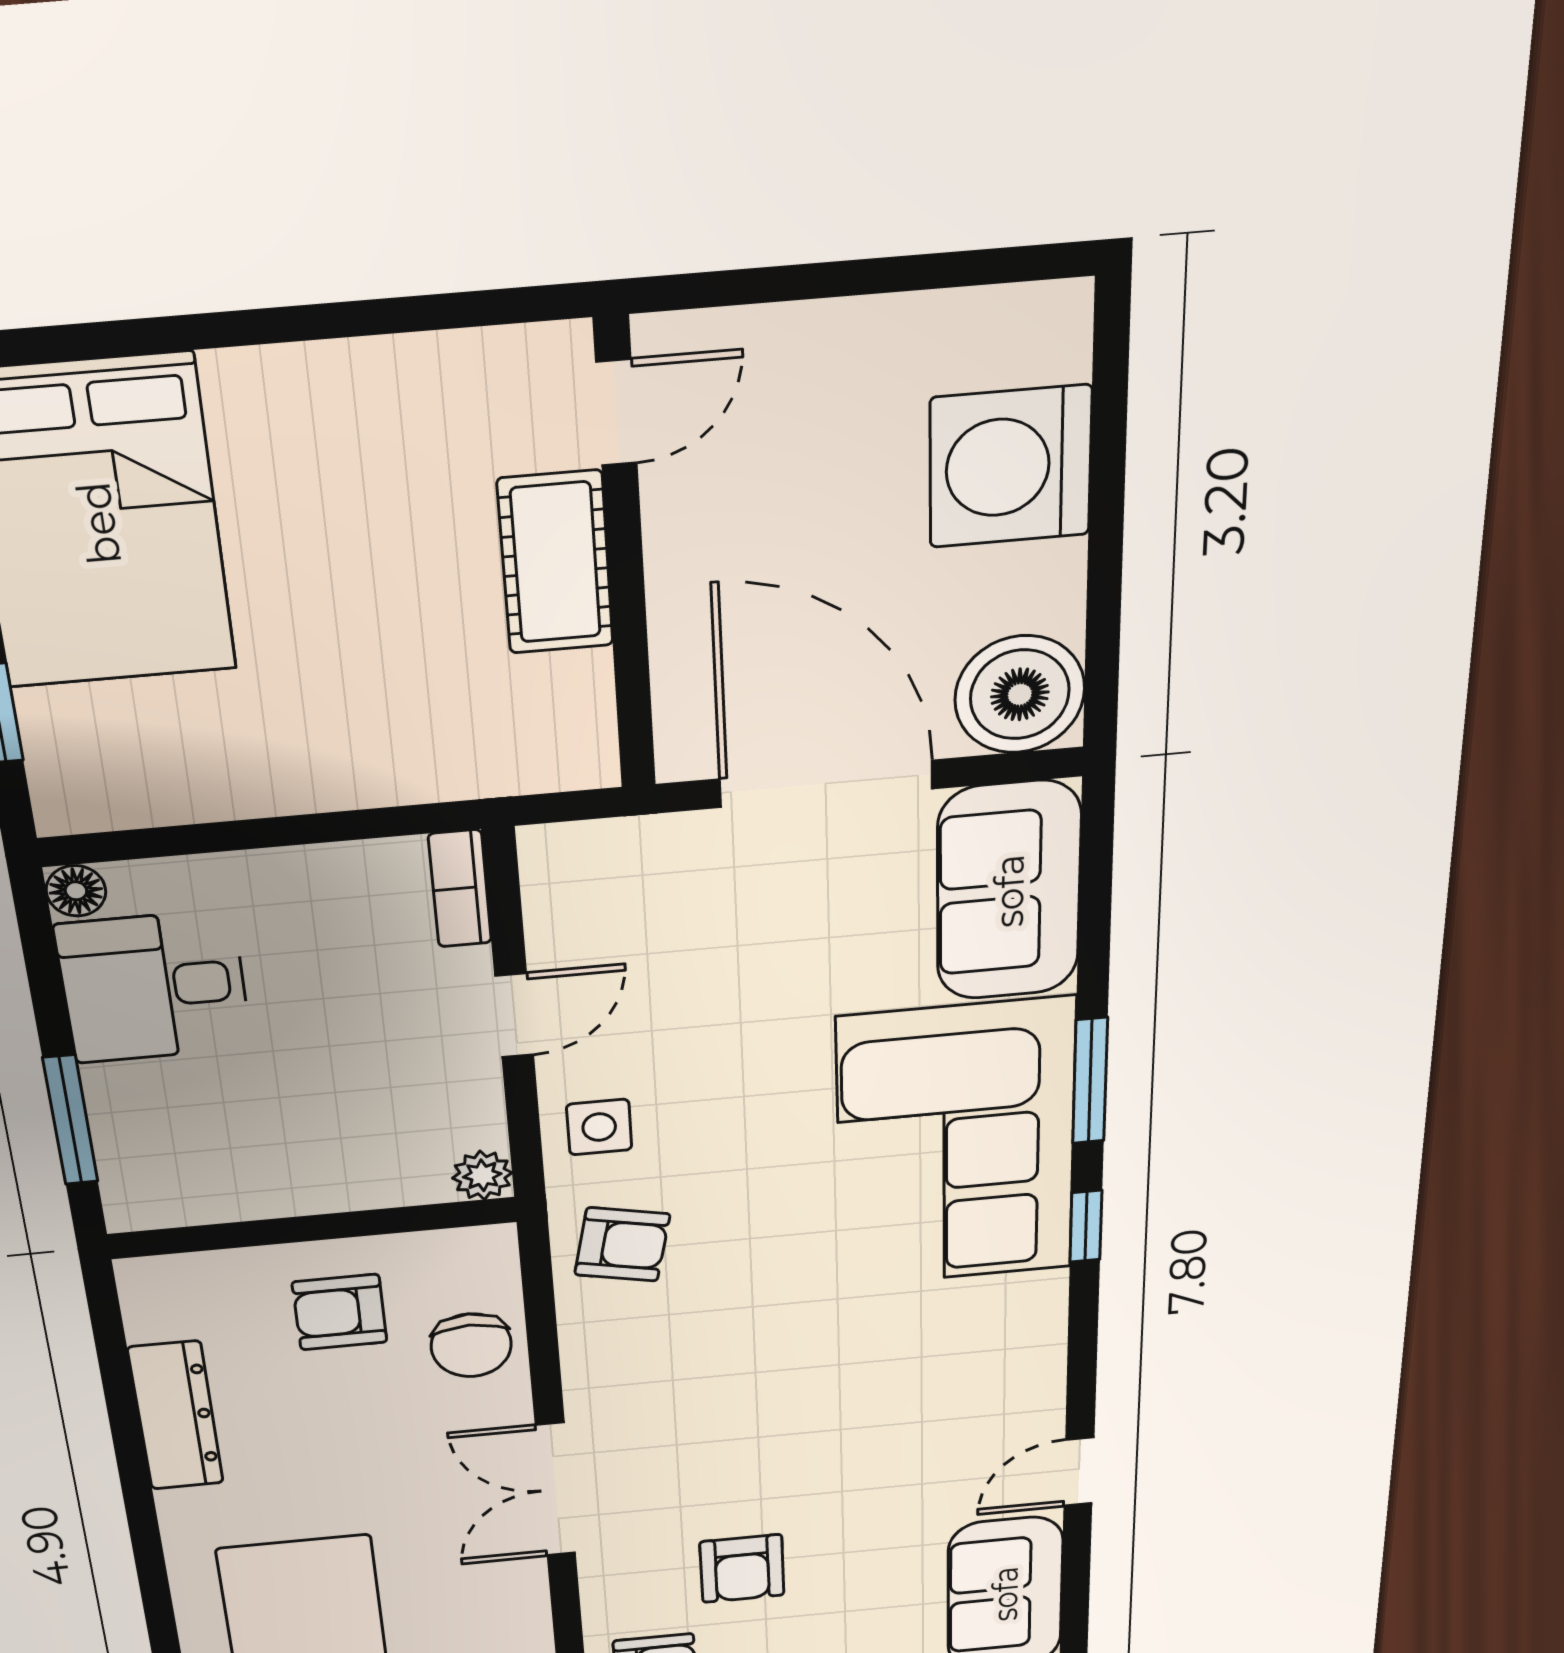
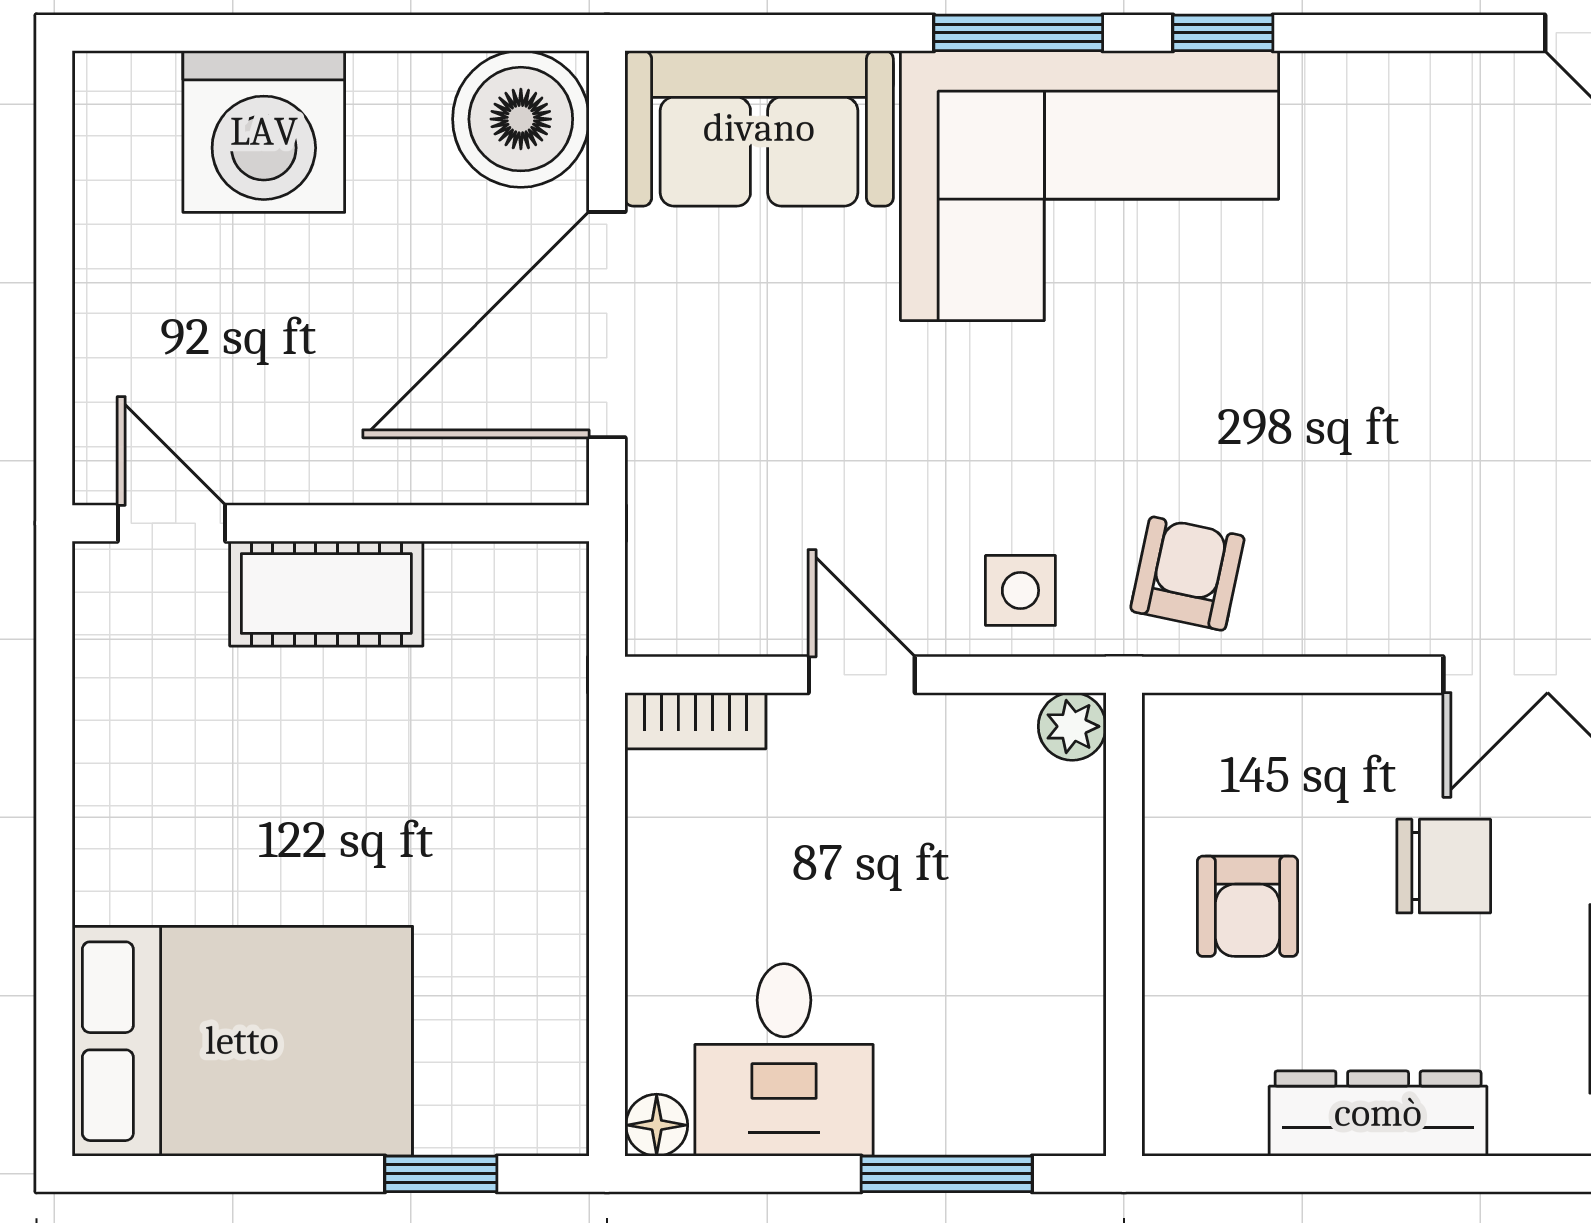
chair: (471, 1345) -> (1444, 866), moved

